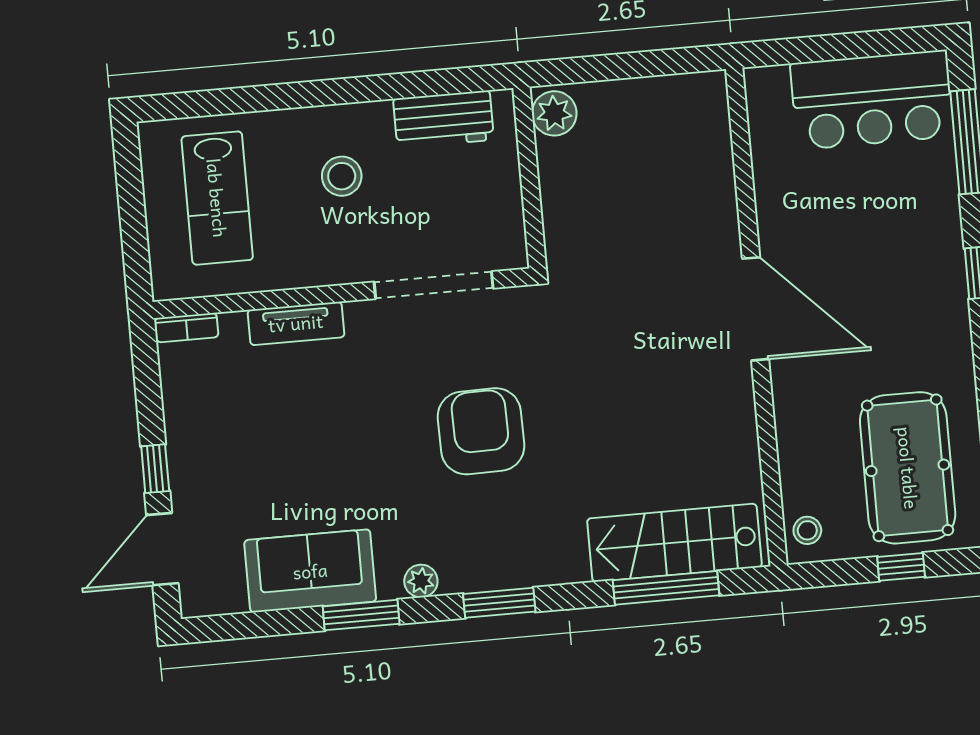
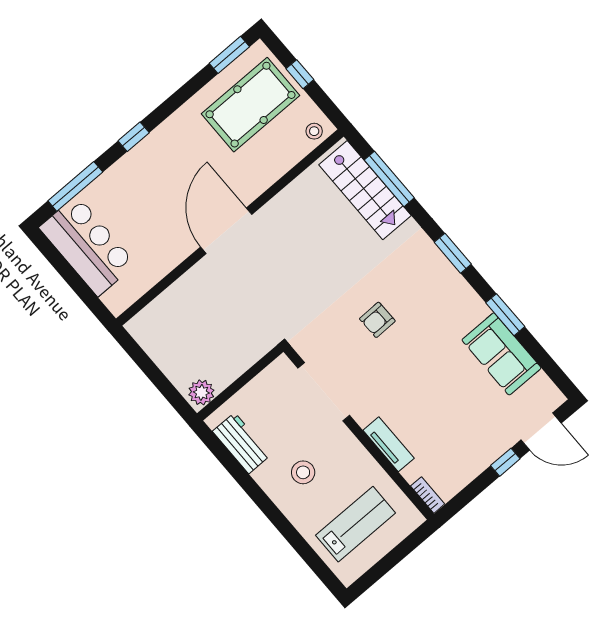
armchair: (481, 431) -> (377, 320), width x0.53, depth x0.53
plant: (421, 581) -> (469, 298), removed

